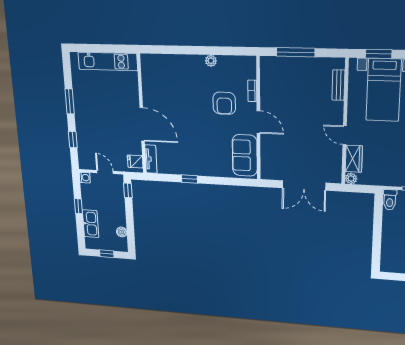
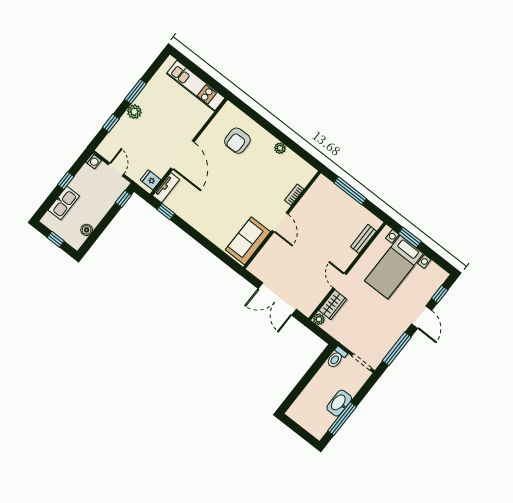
armchair: (224, 103) -> (237, 141), moved
plant: (81, 118) -> (134, 112), added
window: (189, 179) -> (166, 212), moved

